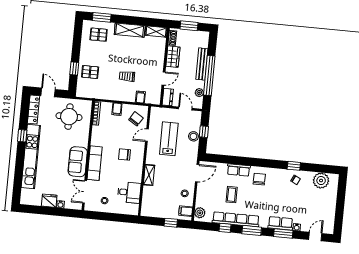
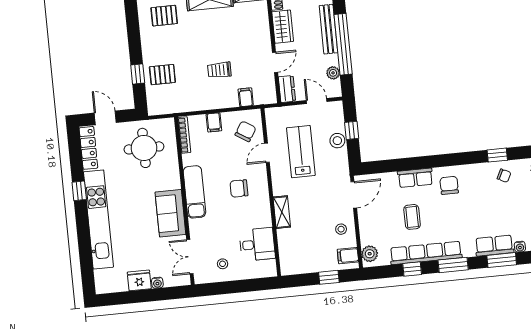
exam couch: (95, 163) -> (194, 192), moved

